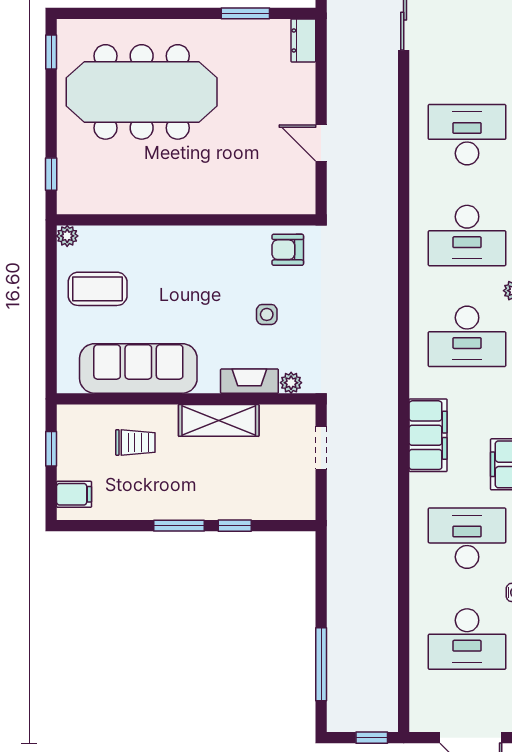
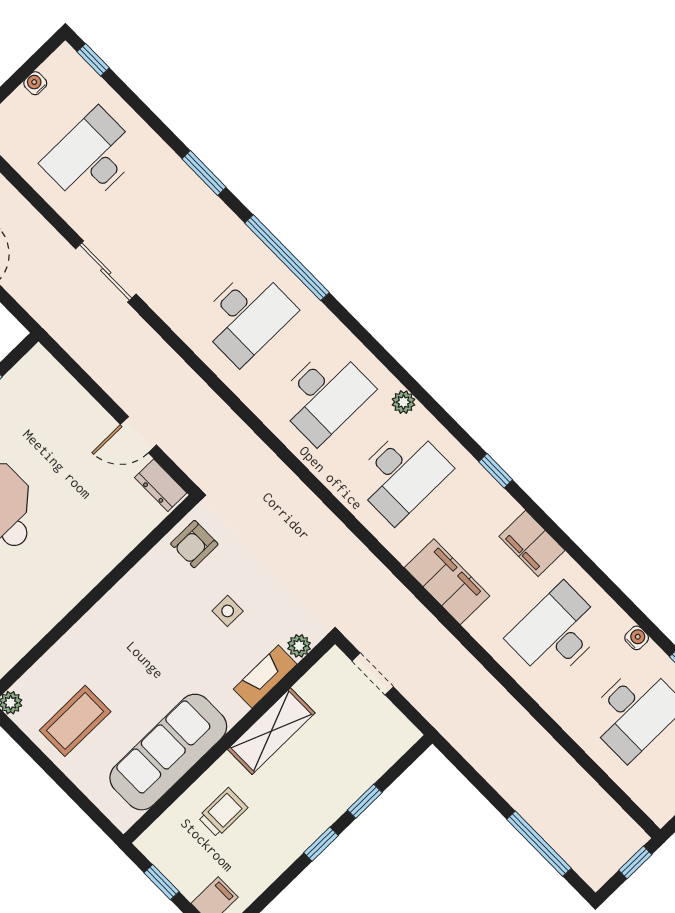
dresser: (303, 40) -> (161, 485), moved
desk: (467, 135) -> (247, 316), turned 180
window: (179, 526) -> (321, 844), width x0.67

